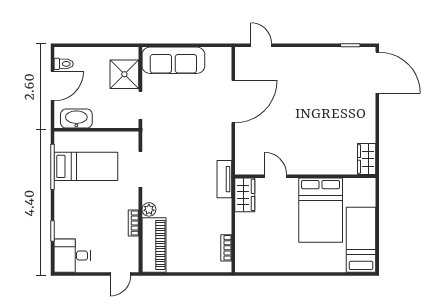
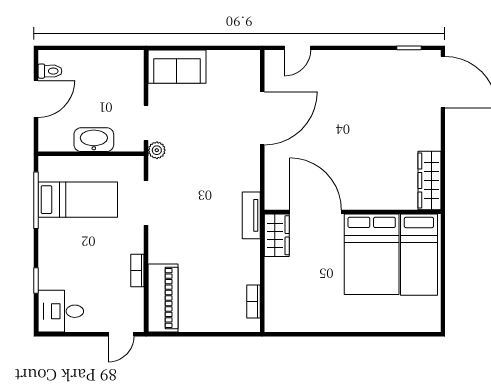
door: (261, 45) -> (298, 48), swing flipped
sofa: (173, 60) -> (177, 67), width x0.73
shower: (124, 74) -> (126, 84), removed
washbasin: (76, 119) -> (94, 140), moved
wardrobe: (367, 159) -> (429, 180), width x1.50
door: (276, 176) -> (316, 212), width x1.87
plant: (149, 209) -> (157, 150), moved
bed: (361, 240) -> (419, 255), moved, turned 180

